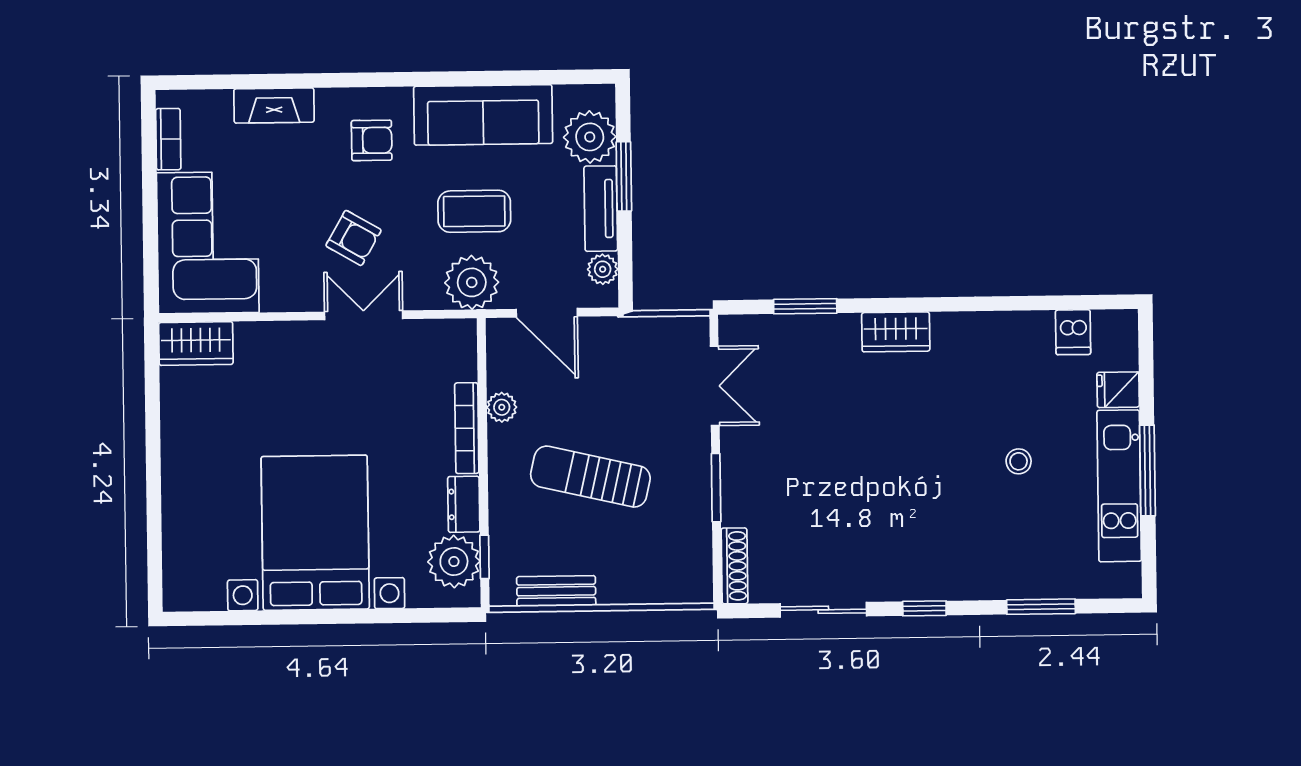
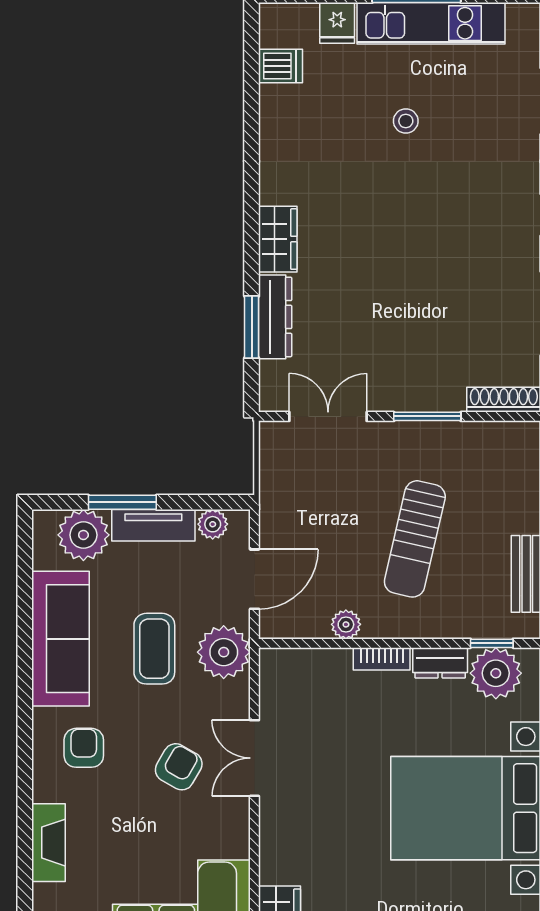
dresser: (816, 330) -> (275, 317), added
bookcase: (467, 428) -> (382, 659), width x0.64

